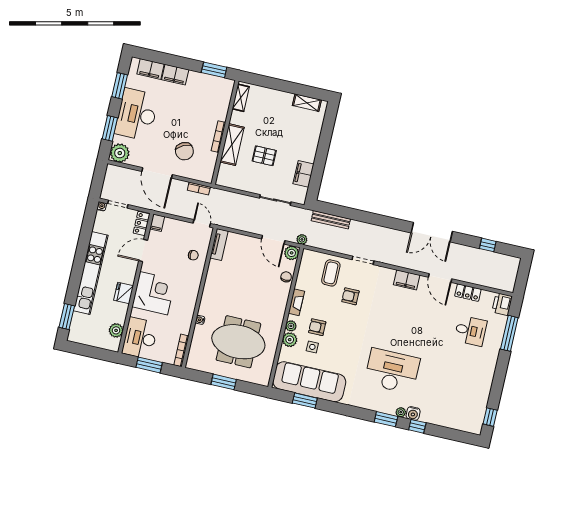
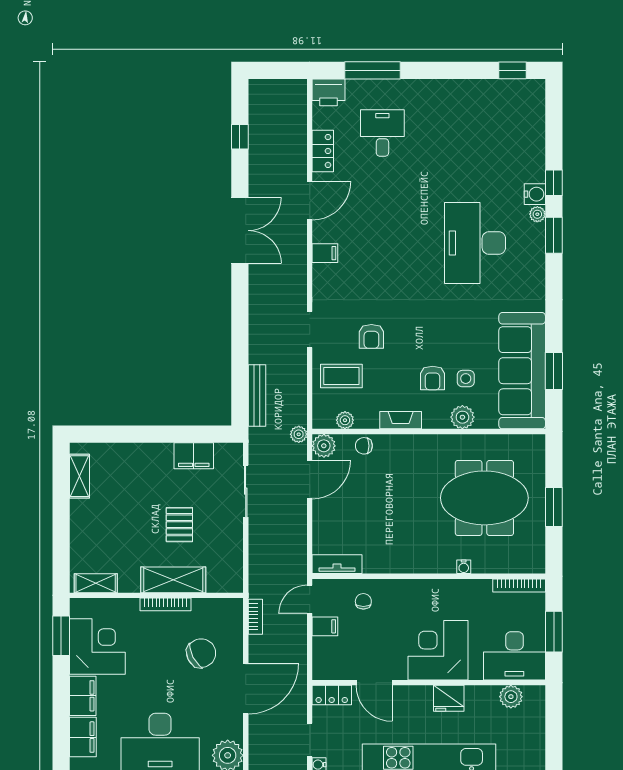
corner desk: (203, 90) -> (97, 647), added
filing cabinet: (157, 223) -> (325, 626), moved
filing cabinet: (407, 280) -> (325, 253), width x0.50
plant: (291, 326) -> (345, 420), moved
meeting table: (238, 342) -> (484, 498), turned 90

